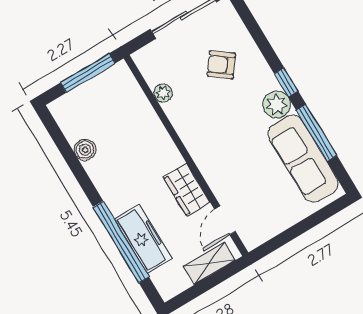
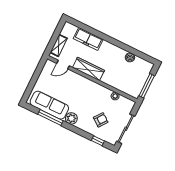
window: (286, 82) -> (98, 141), moved
wardrobe: (187, 190) -> (88, 69), width x1.50
door: (225, 220) -> (63, 65), swing flipped
window: (121, 242) -> (96, 33), removed

